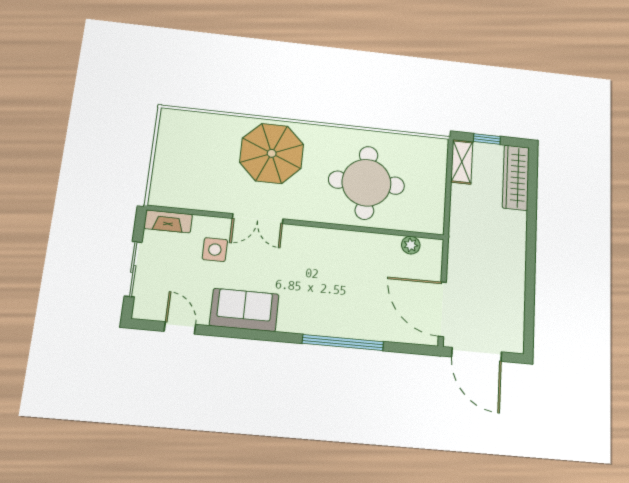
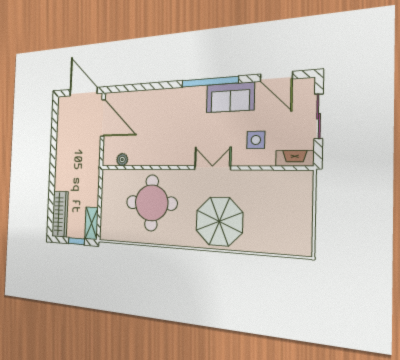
double door: (258, 219) -> (212, 168), moved
door: (180, 328) -> (276, 76), width x1.38
window: (343, 342) -> (210, 82), moved

